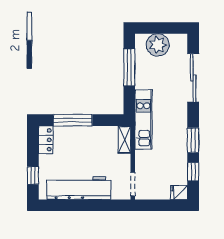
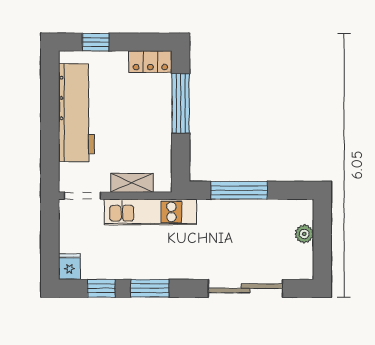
plant: (158, 45) -> (304, 234), width x0.53, depth x0.53
window: (129, 67) -> (239, 190), moved
kitchen unit: (143, 120) -> (150, 212), moved
shelving: (125, 140) -> (132, 183), moved

